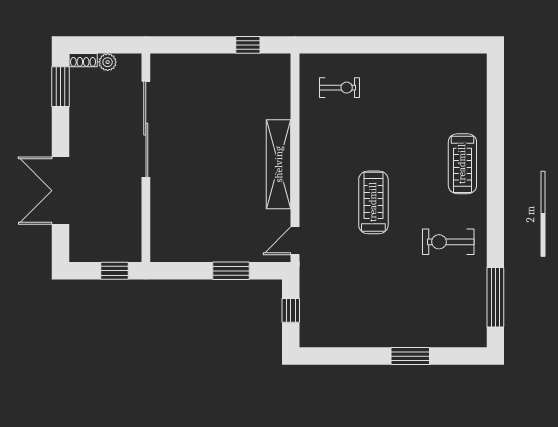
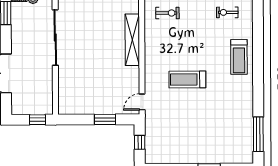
shelving: (279, 164) -> (132, 40), moved
treadmill: (373, 202) -> (187, 79), turned -90
exercise bike: (448, 242) -> (227, 12), moved, width x0.73, depth x0.72

